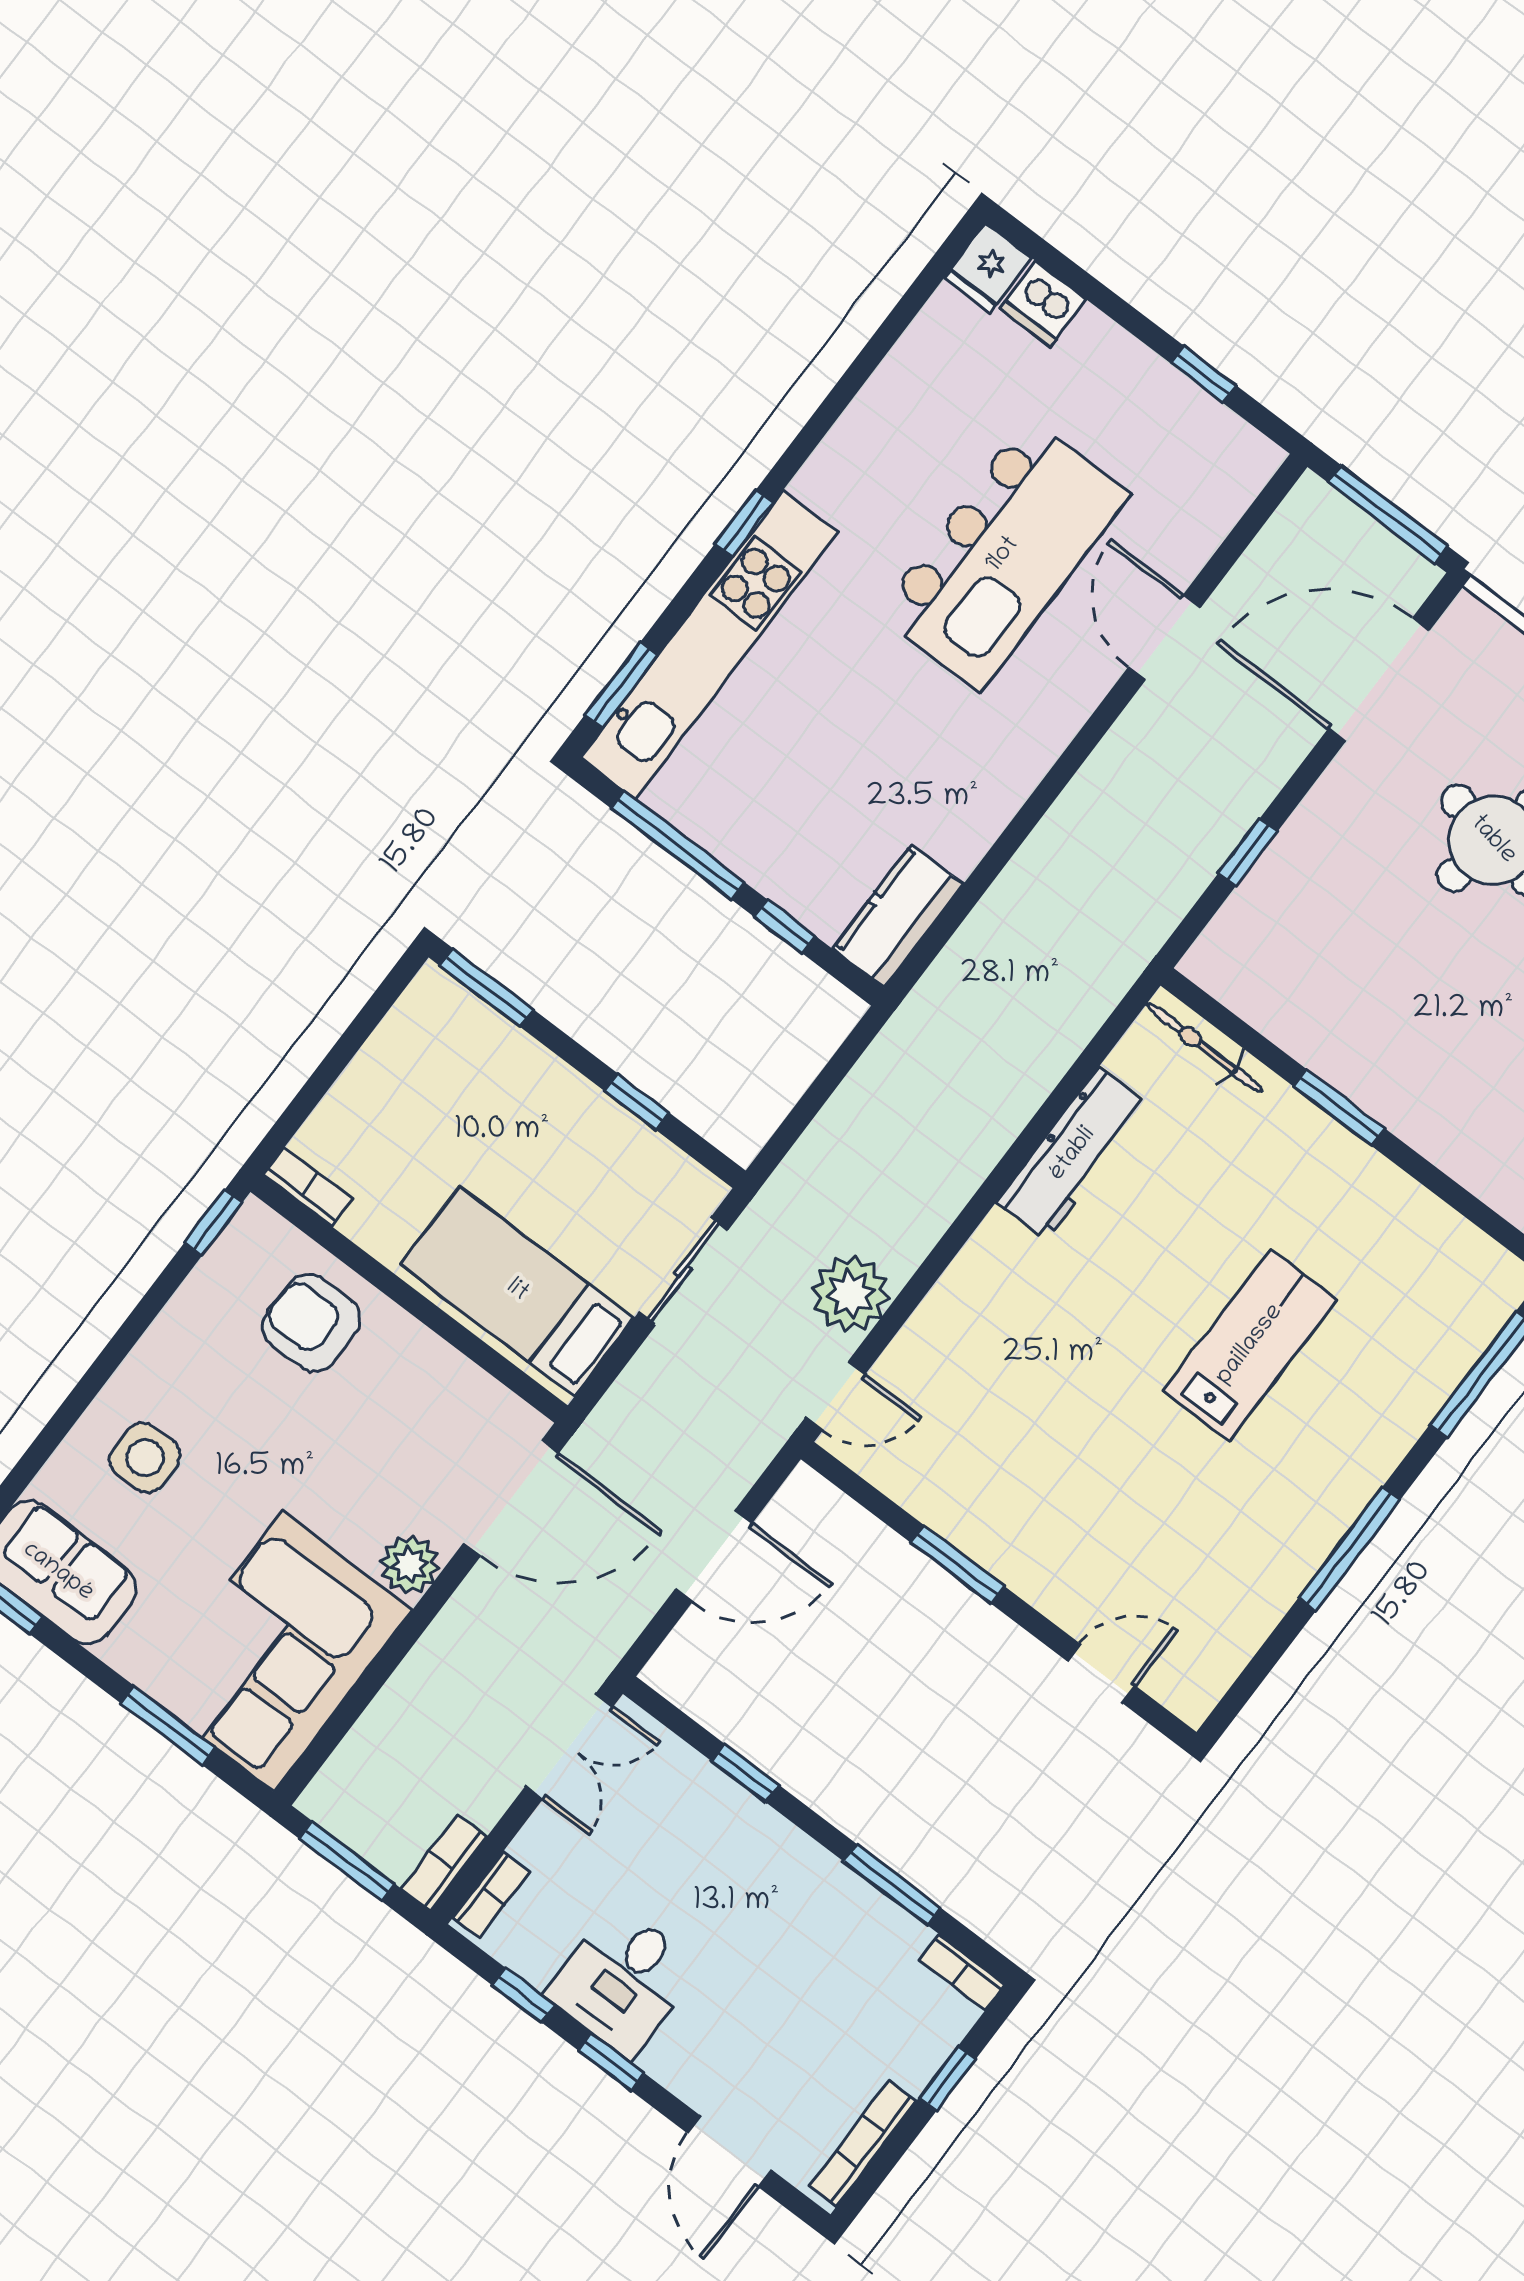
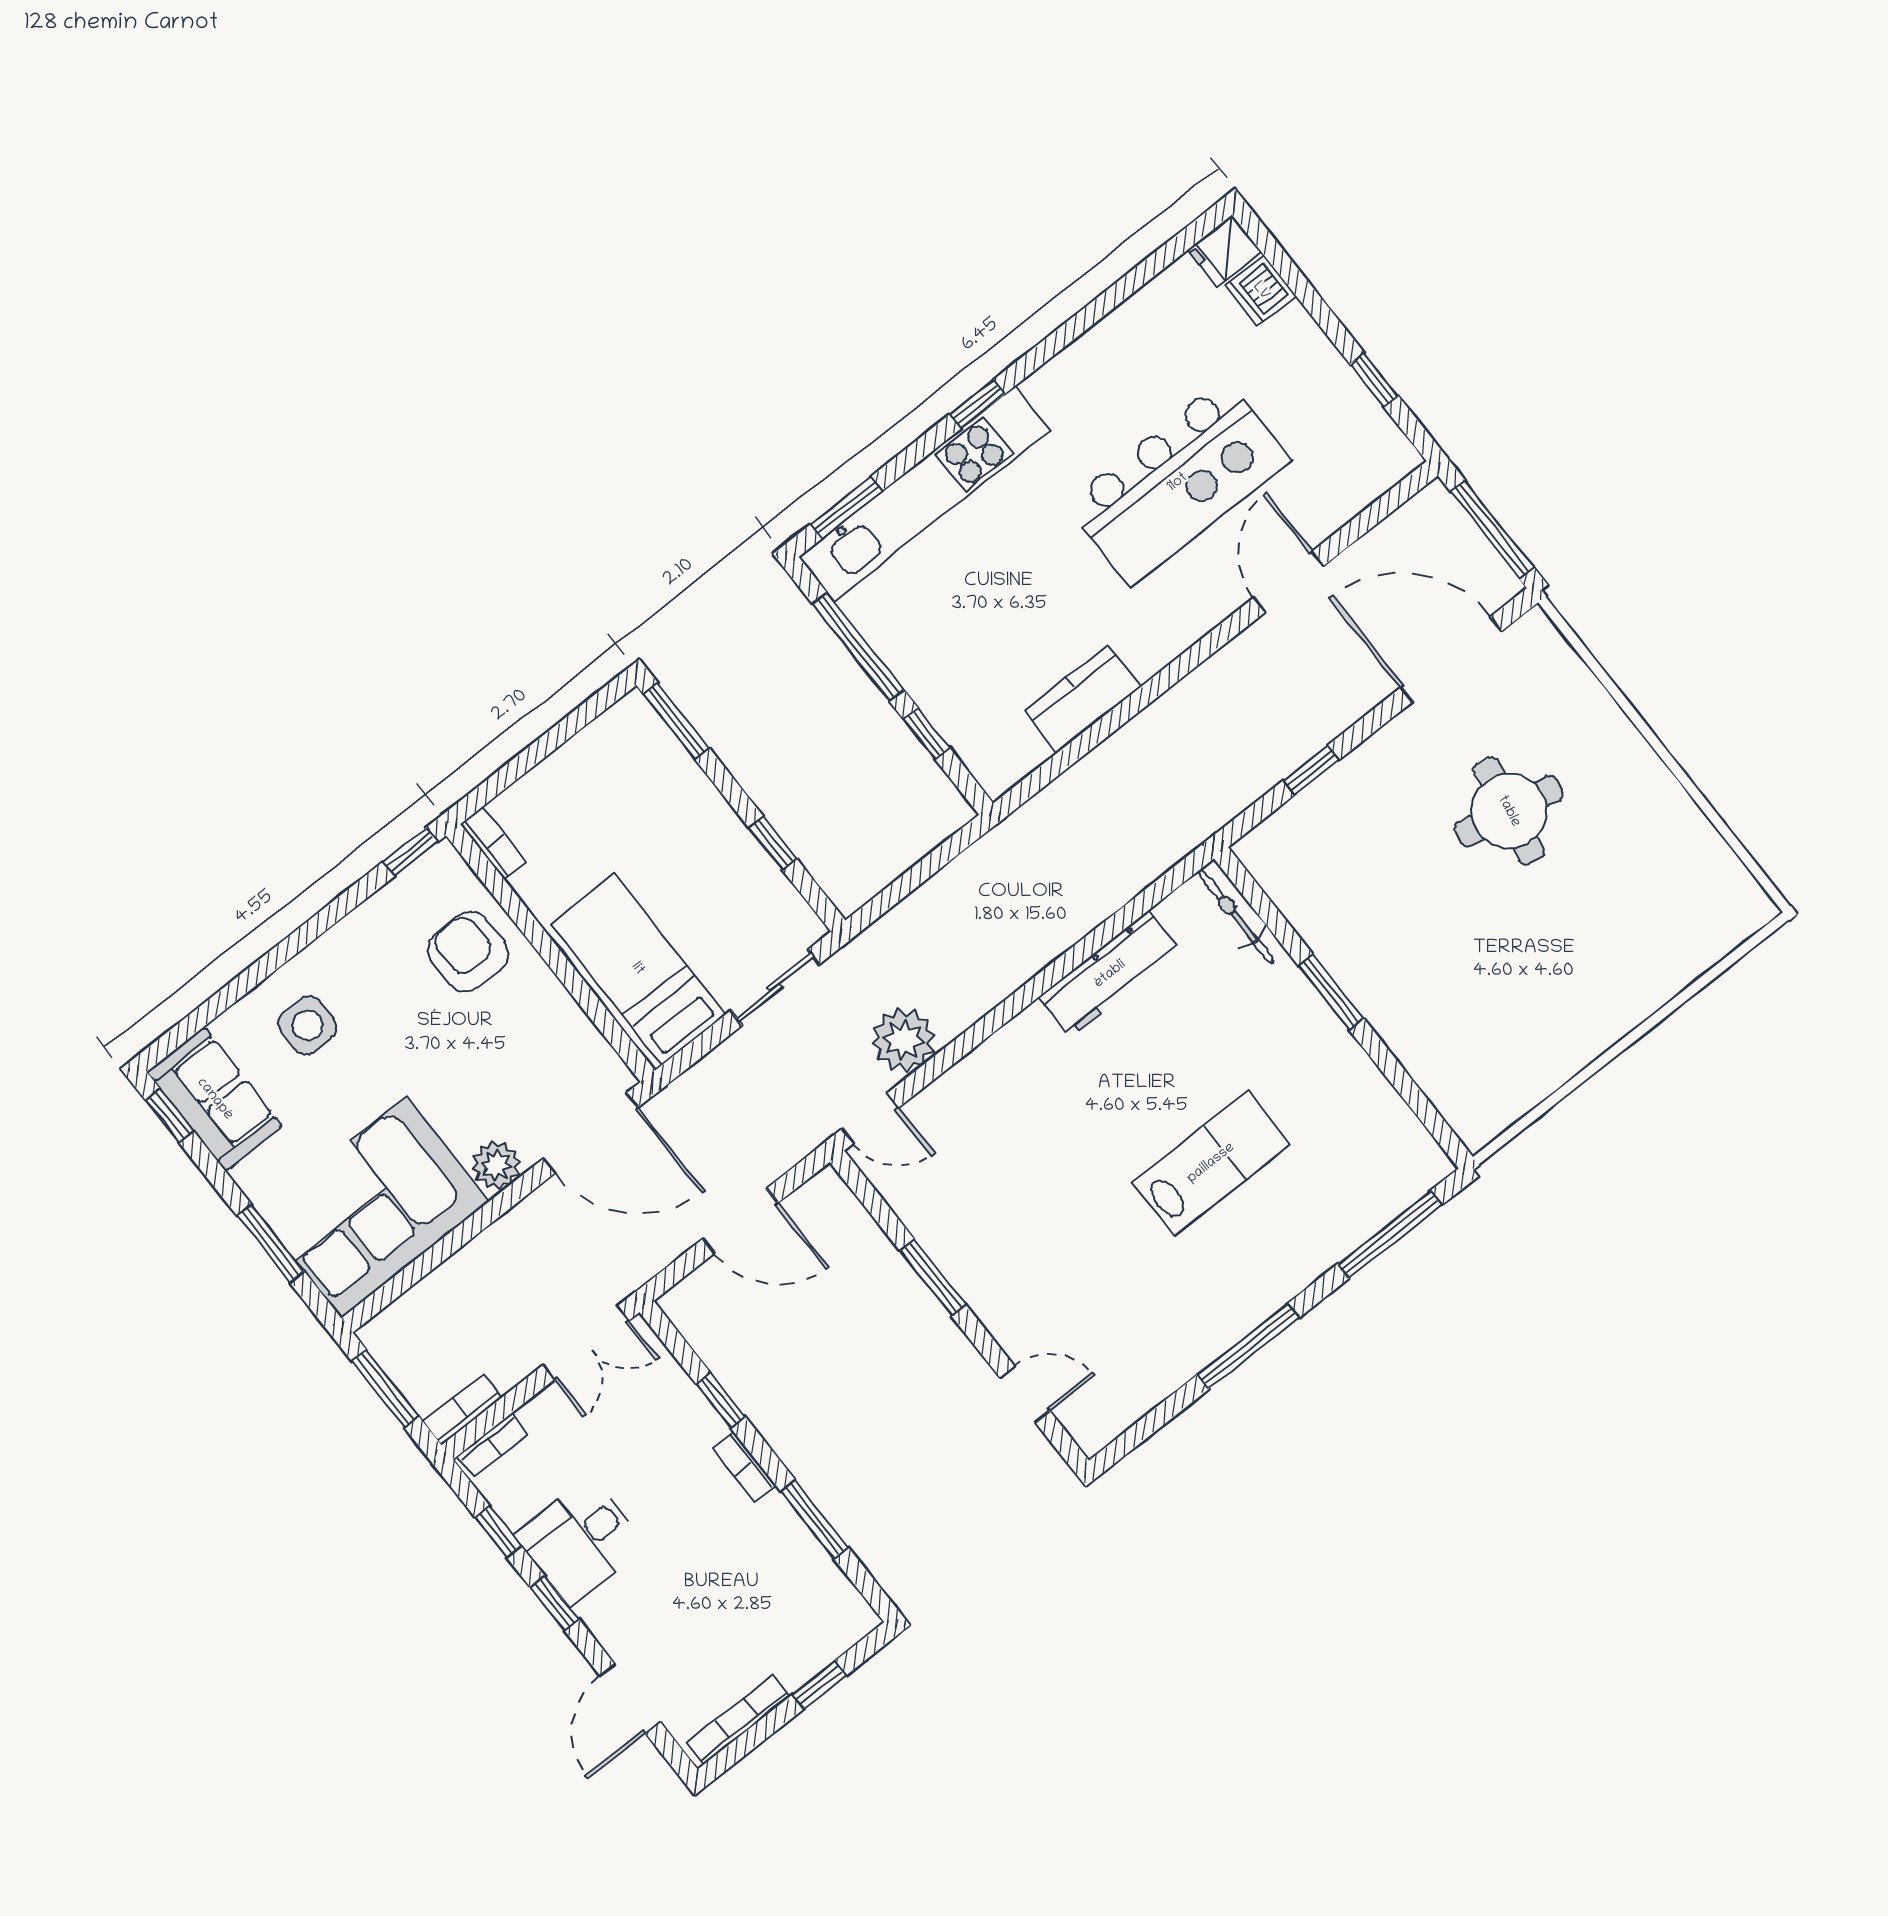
kitchen counter: (898, 917) -> (1082, 699), moved
bookcase: (962, 1972) -> (744, 1467), moved

